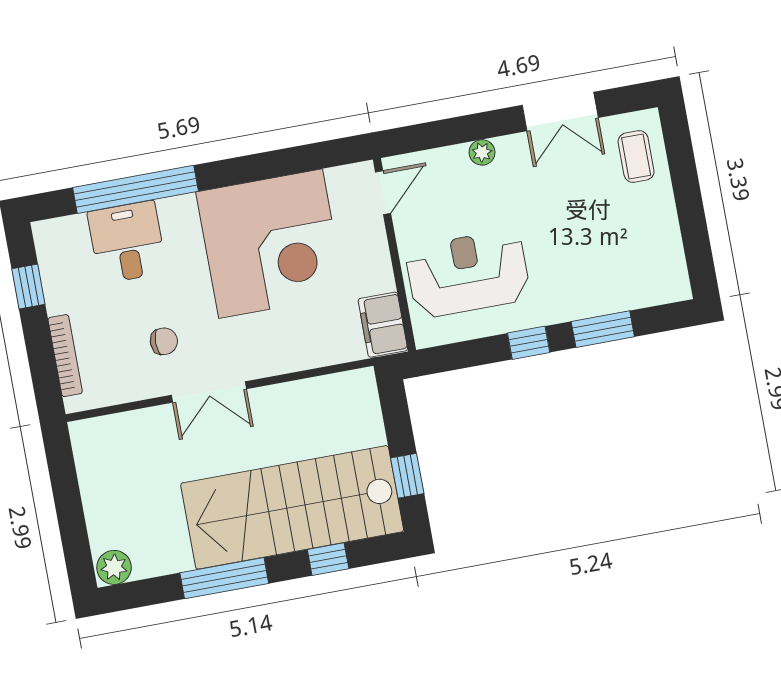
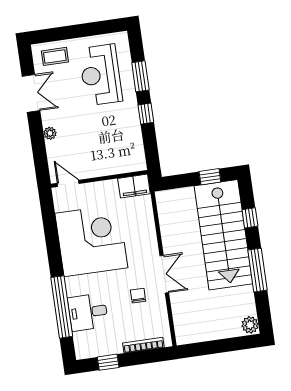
reception desk: (468, 274) -> (101, 75), moved

